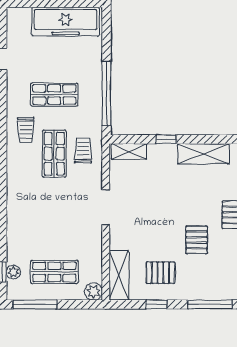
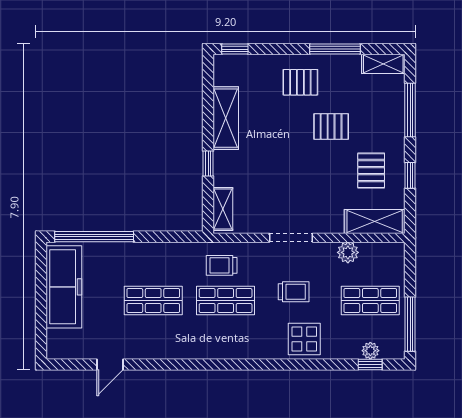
window: (107, 93) -> (94, 237), moved
shop shelf: (54, 95) -> (153, 301), turned 90
trolley: (26, 130) -> (294, 292), moved
display table: (23, 218) -> (304, 339), added
shop shelf: (54, 272) -> (370, 301), turned 90
plant: (94, 292) -> (348, 252), moved

